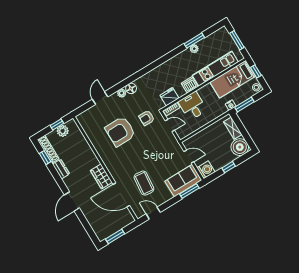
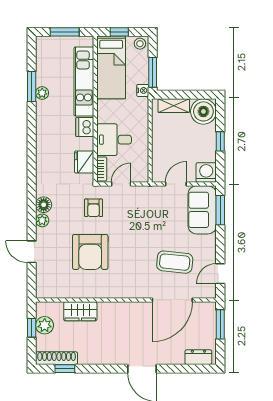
dresser: (61, 169) -> (198, 357), moved
wardrobe: (101, 176) -> (80, 311), moved
window: (115, 236) -> (220, 324), moved

